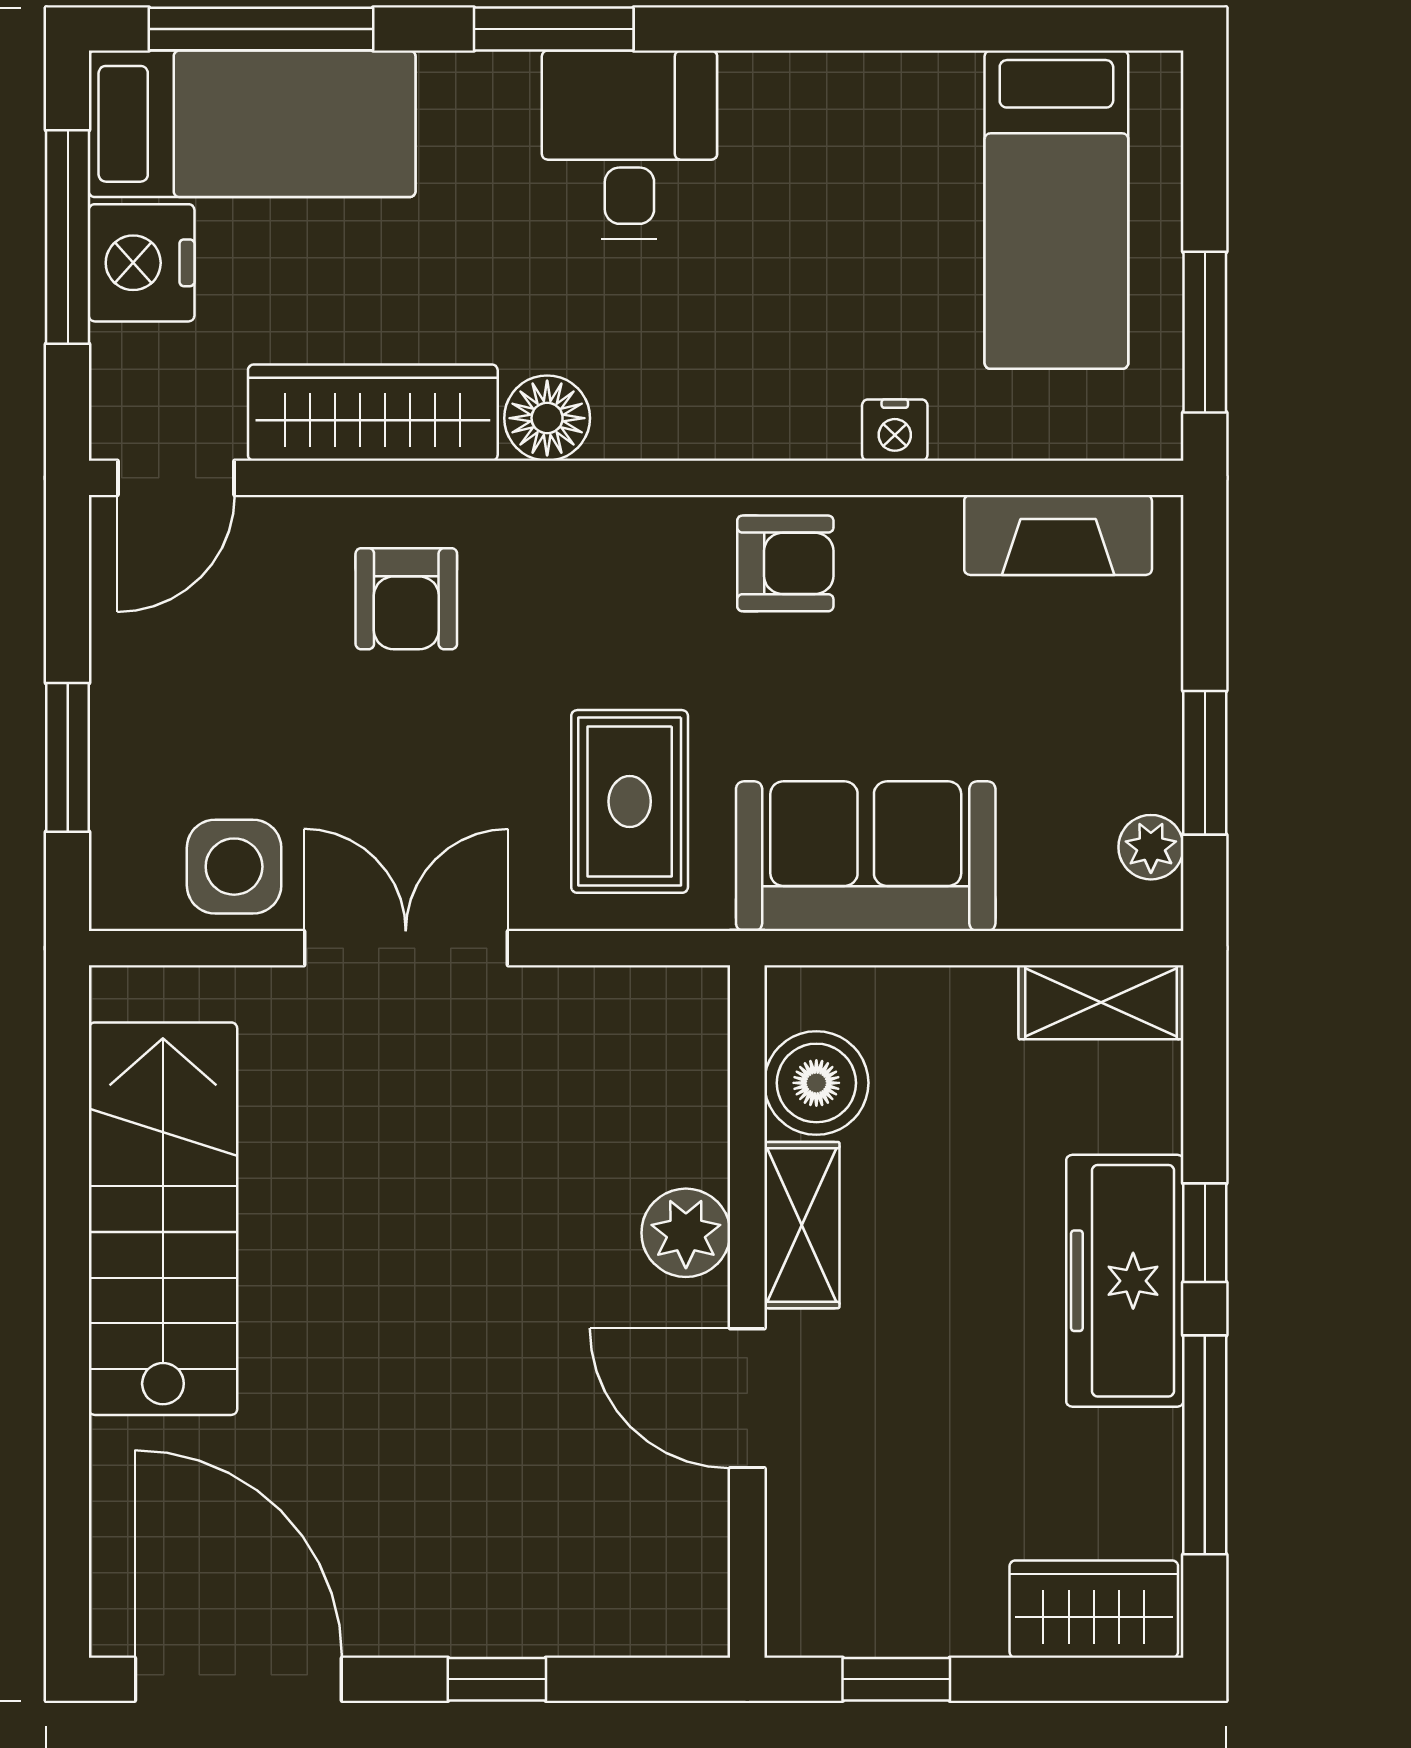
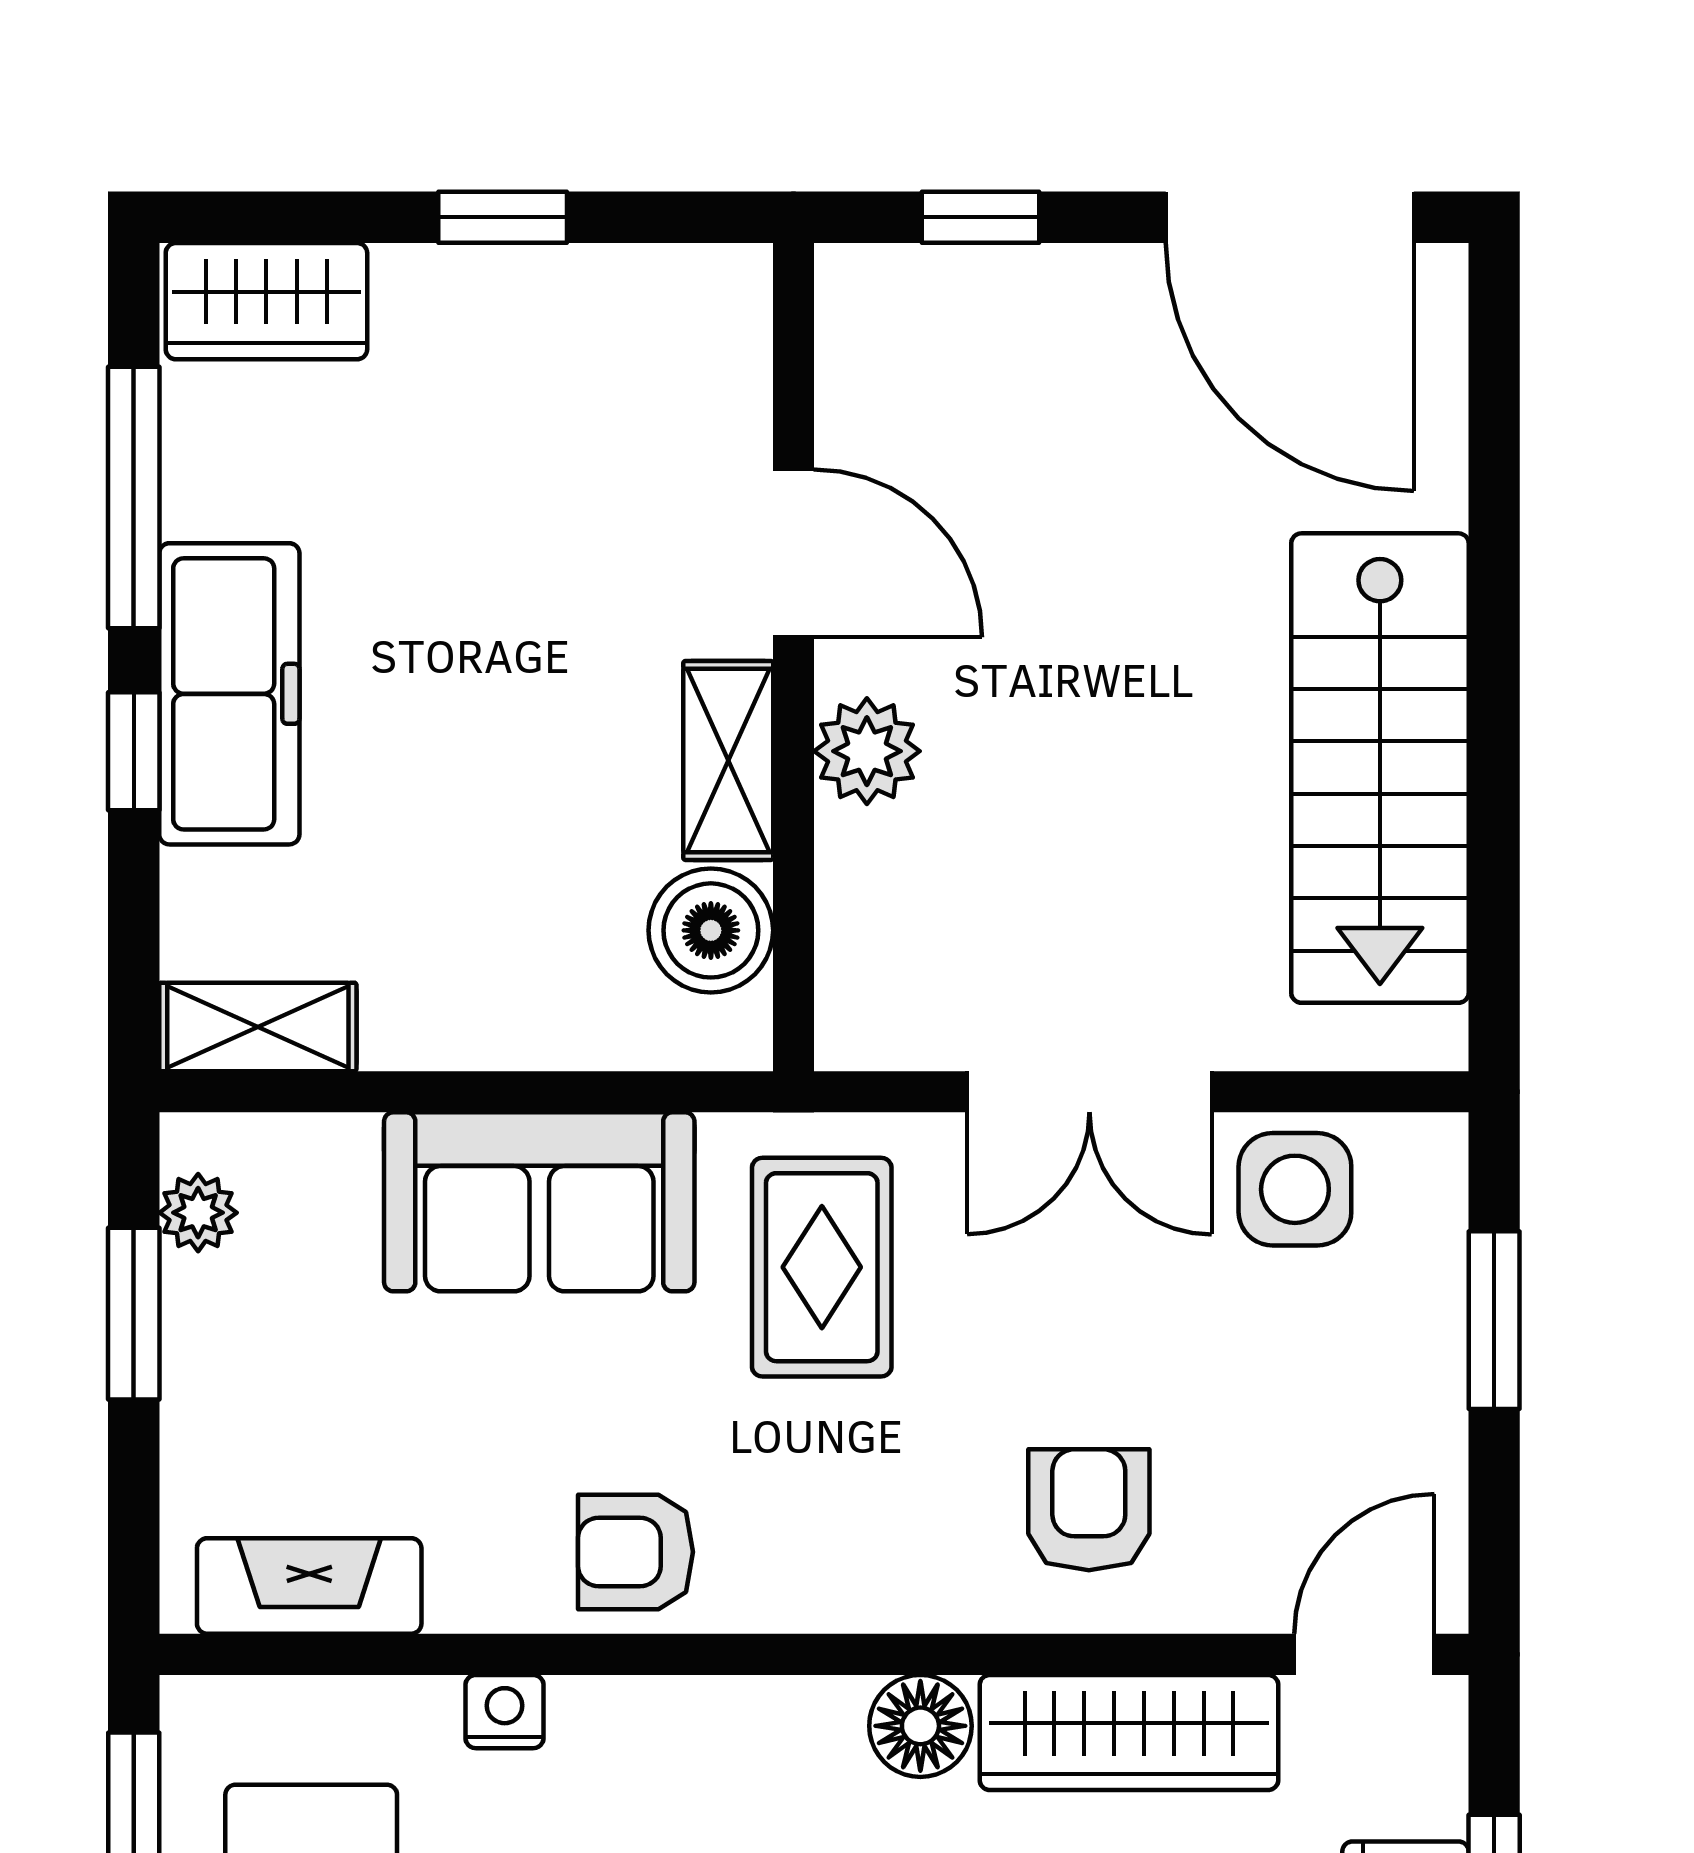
boiler: (816, 1083) -> (711, 930), moved
shelving: (802, 1225) -> (728, 760), moved
plant: (686, 1233) -> (867, 751), moved
wall: (747, 1312) -> (793, 657), moved
door: (747, 1398) -> (793, 553), moved

